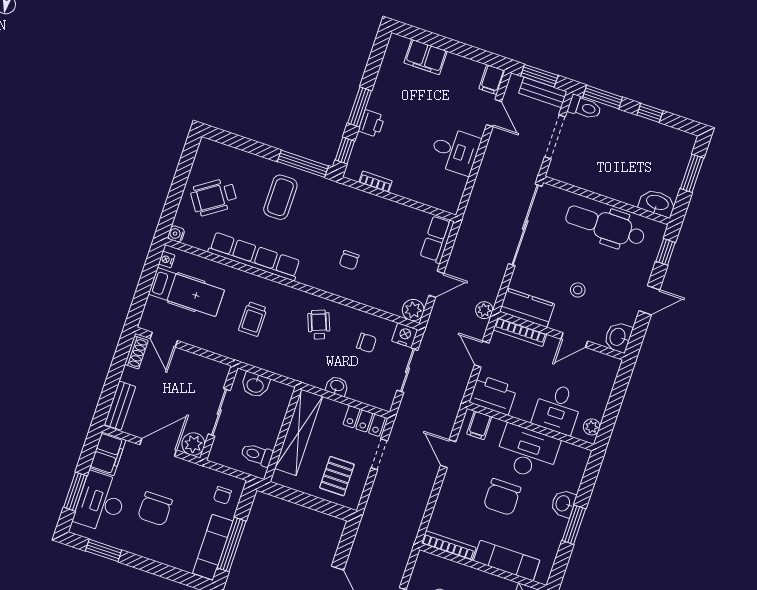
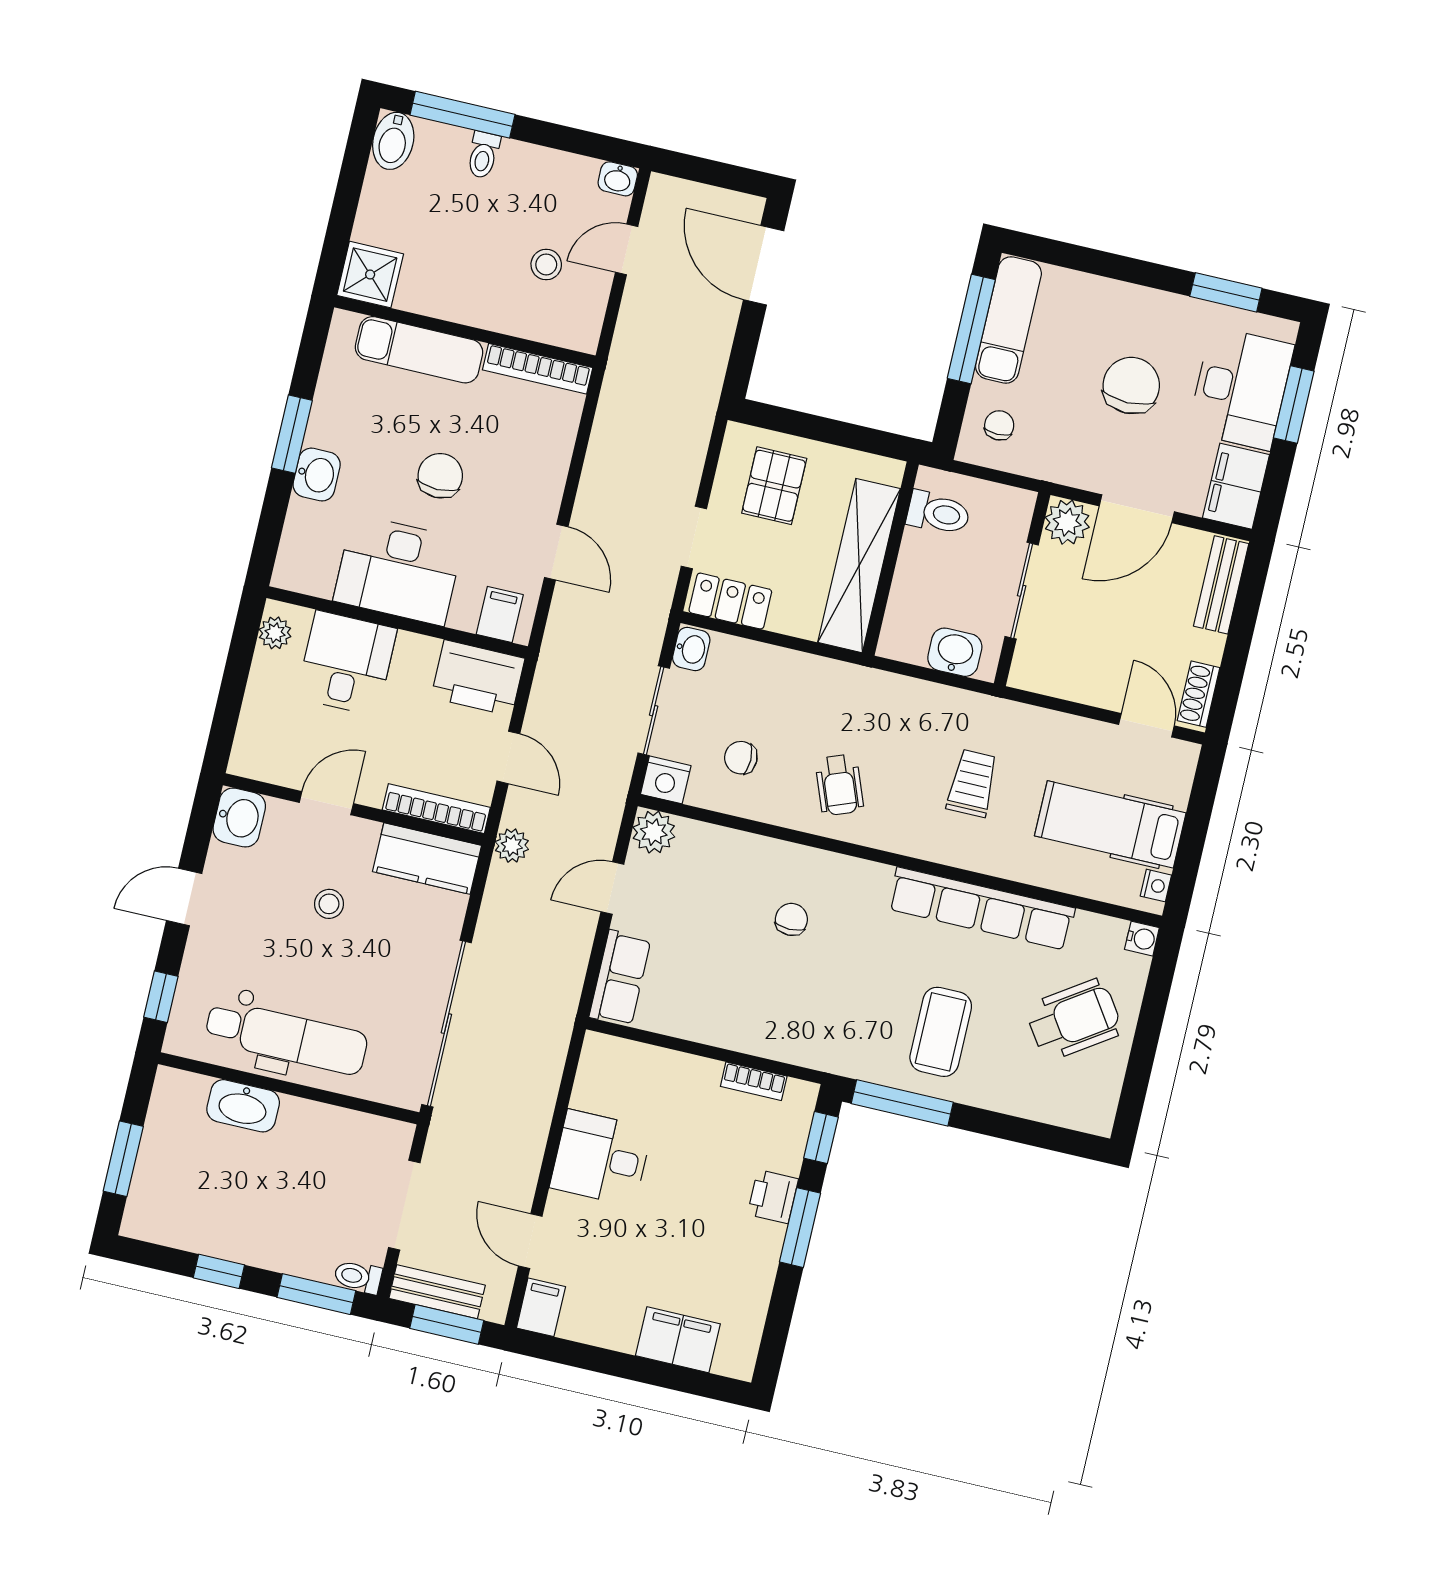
toilet: (585, 107) -> (358, 1277), width x0.73, depth x0.72
washbasin: (657, 203) -> (243, 1106), moved
washbasin: (337, 386) -> (691, 649), moved, turned -90
chair: (502, 497) -> (440, 476), width x0.73, depth x0.73

